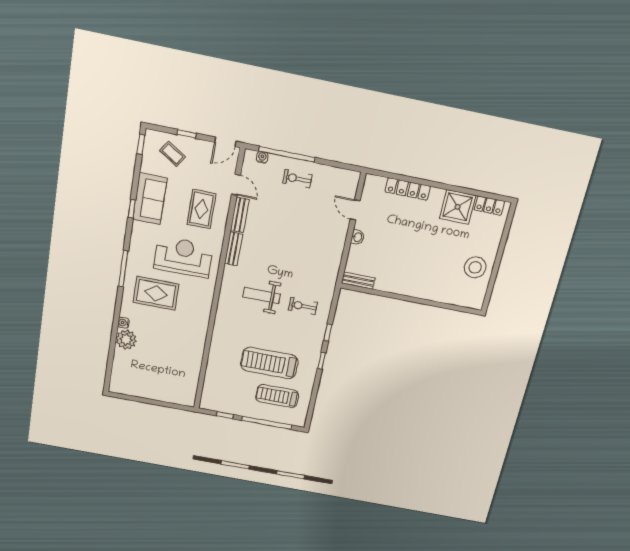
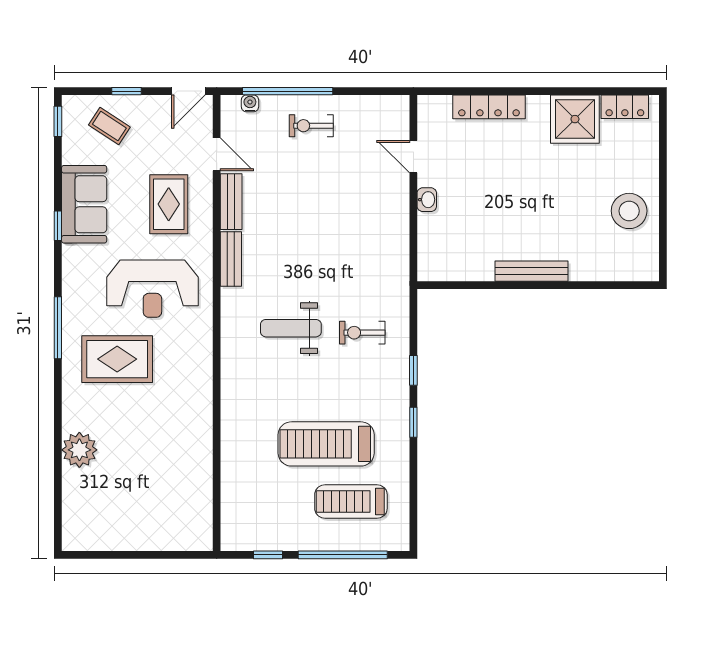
reception desk: (183, 257) -> (152, 289), turned 180
bench: (358, 281) -> (532, 271), moved, width x1.36
water cooler: (123, 323) -> (71, 421), removed

